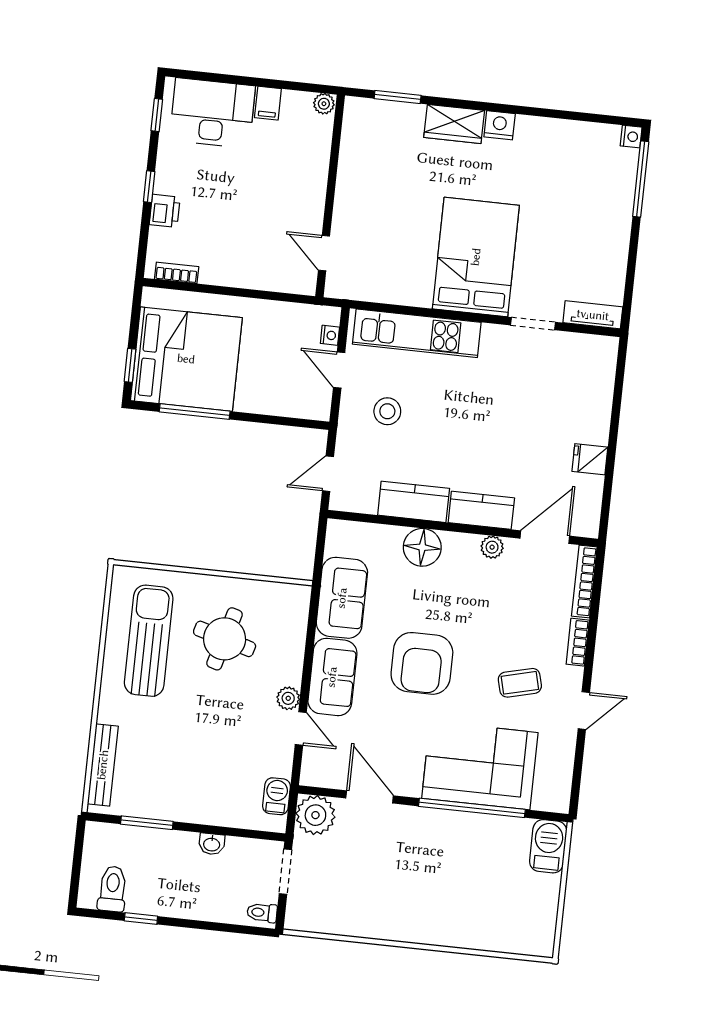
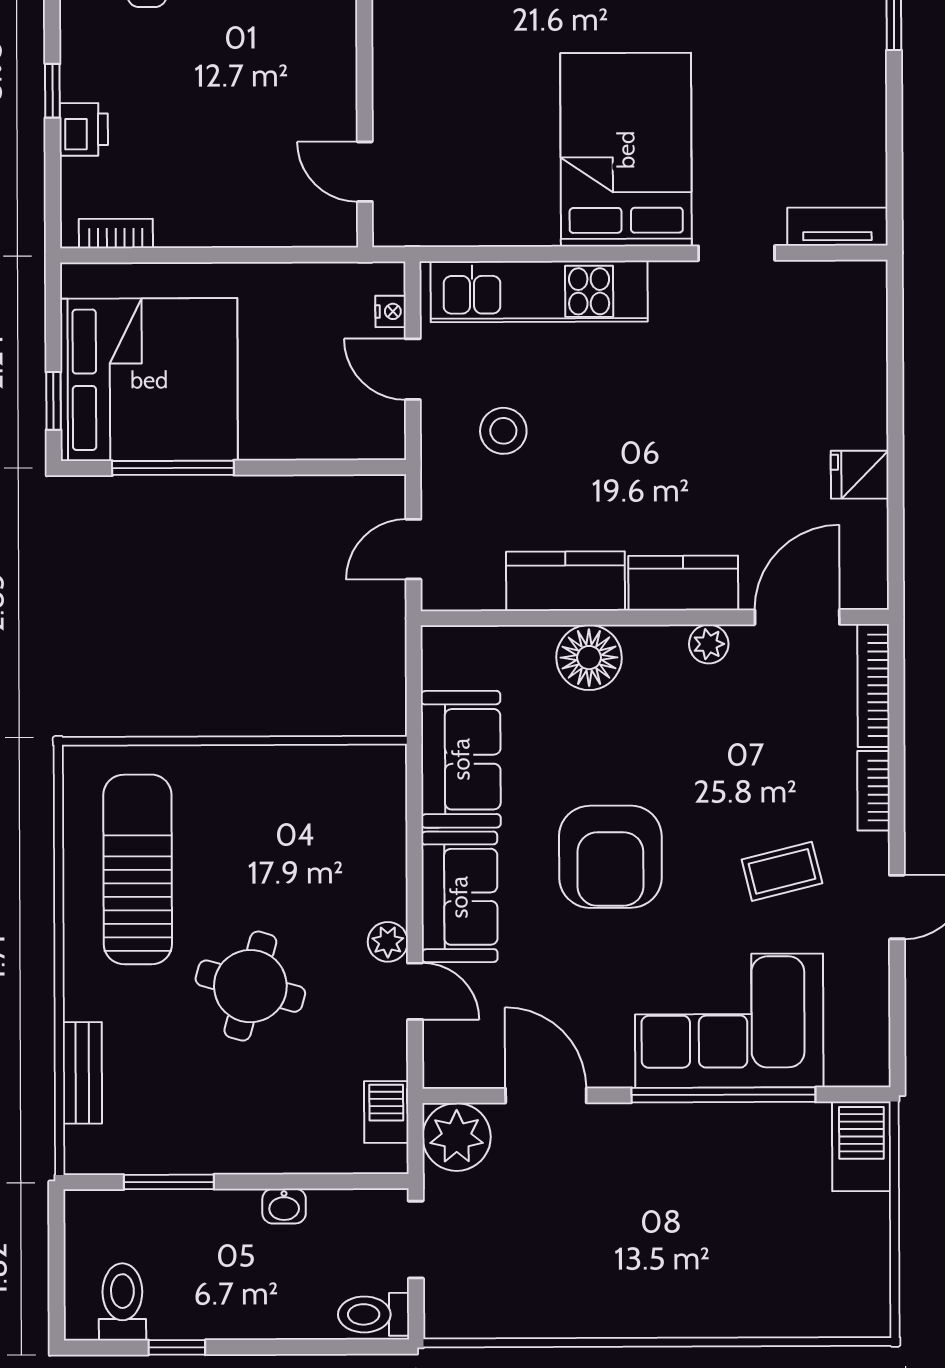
round table: (225, 639) -> (250, 986), moved
bench: (103, 765) -> (82, 1073), width x0.73
toilet: (262, 913) -> (374, 1314), width x1.37, depth x1.39

